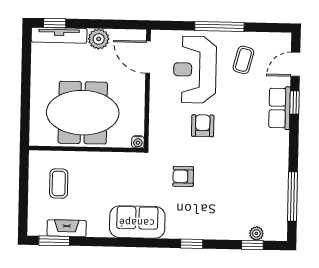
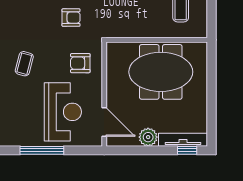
coffee table: (243, 60) -> (24, 64), moved
armchair: (203, 126) -> (80, 63), moved, turned 90
water cooler: (138, 142) -> (112, 47), removed

